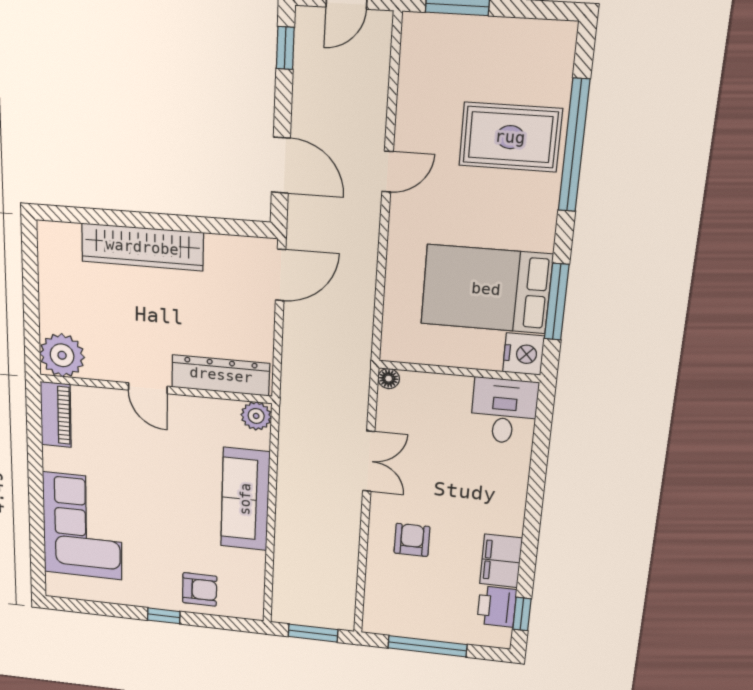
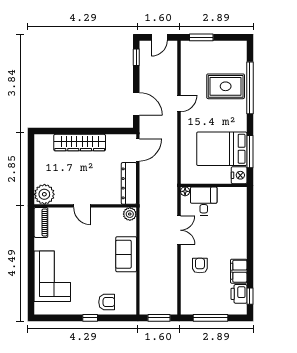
dresser: (221, 375) -> (129, 183), moved, turned -90
desk: (504, 411) -> (204, 201), moved
sofa: (245, 499) -> (126, 254), width x0.73

